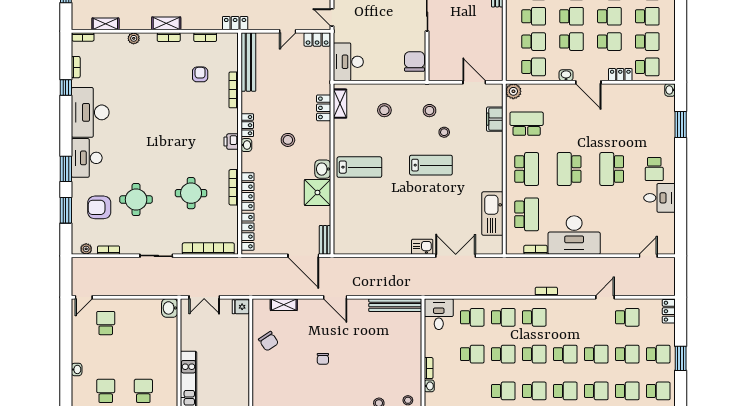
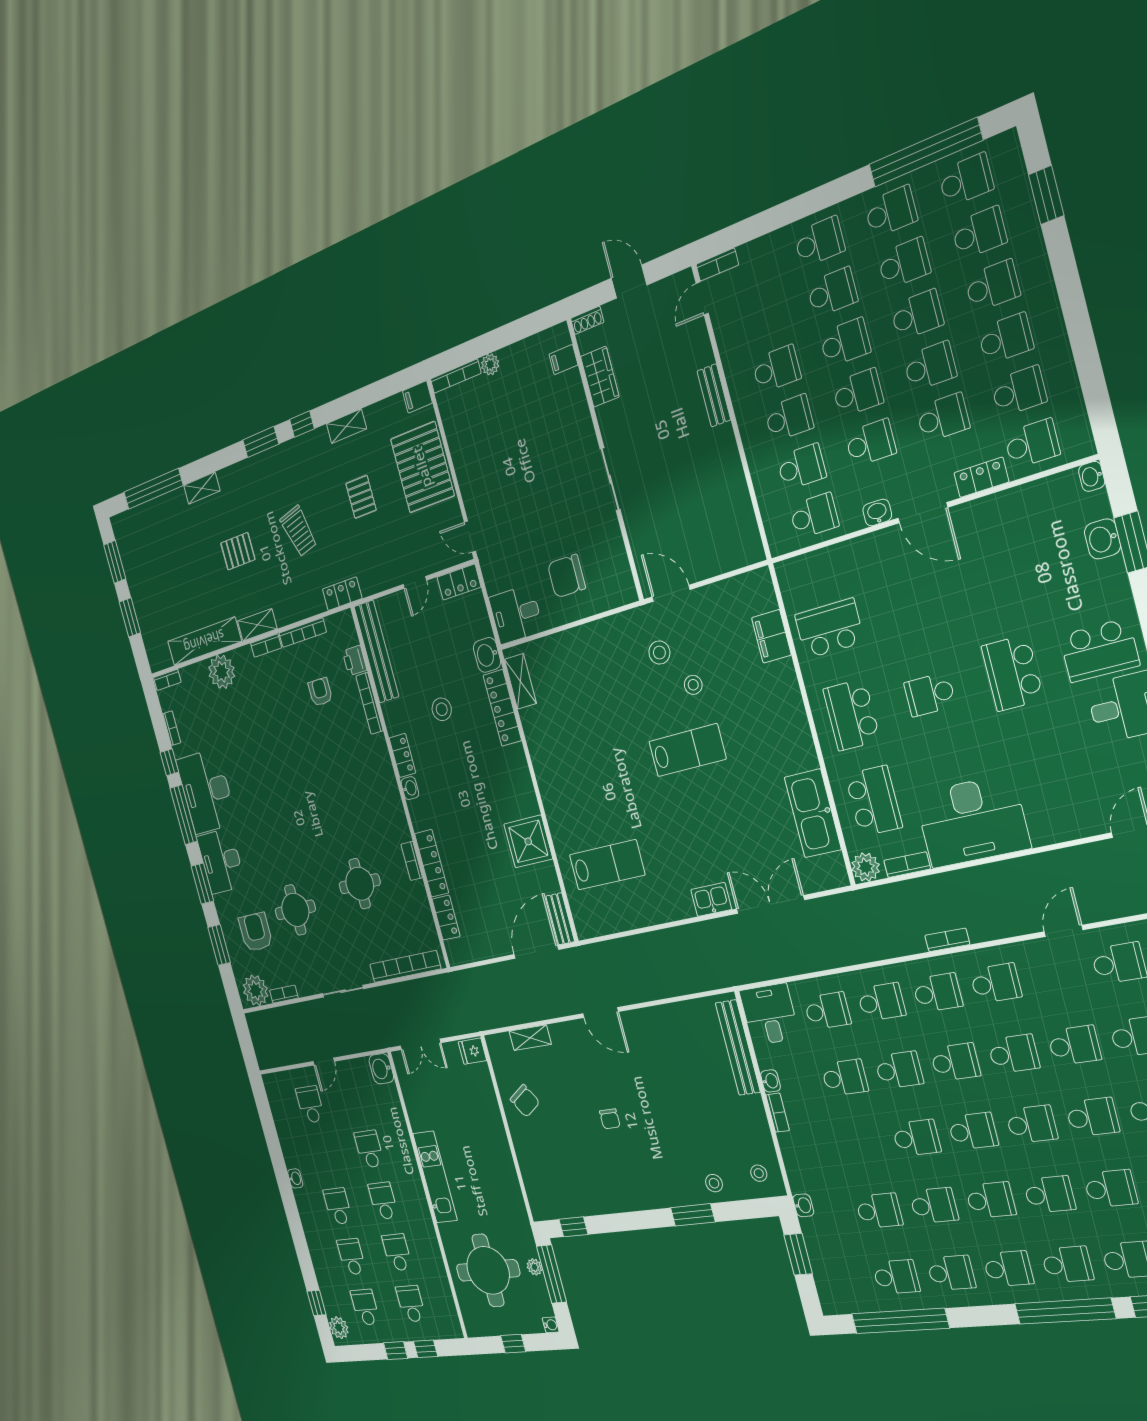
shelving: (105, 24) -> (204, 641), width x2.20, depth x1.33
bookcase: (205, 37) -> (303, 633), width x1.56
plant: (134, 38) -> (222, 672), width x1.88, depth x1.88
desk: (348, 62) -> (516, 614), width x0.73
chair: (415, 62) -> (566, 576), moved, turned -90
door: (474, 82) -> (671, 593), moved
plant: (513, 91) -> (866, 867), moved
locker: (324, 108) -> (502, 708), width x1.53
stool: (384, 110) -> (589, 673), removed
washbasin: (668, 119) -> (1102, 539), added
window: (66, 123) -> (184, 815), added
stool: (288, 140) -> (442, 709), moved
printer: (231, 142) -> (355, 661), moved
lab bench: (359, 167) -> (607, 865), moved
washbasin: (323, 169) -> (487, 655), moved
school desk: (527, 169) -> (852, 715), turned 180
school desk: (569, 169) -> (930, 694), width x0.54
school desk: (654, 169) -> (1099, 650), width x1.85
bookcase: (234, 187) -> (412, 861), width x0.64
armchair: (99, 207) -> (256, 932), turned 90
locker: (247, 232) -> (446, 918), width x0.66
plant: (86, 249) -> (256, 990), width x1.87, depth x1.87
door: (303, 256) -> (536, 952), swing flipped
door: (84, 297) -> (324, 1061), moved
bench: (395, 305) -> (738, 1048), moved, turned 90
school desk: (565, 317) -> (996, 983), added
school desk: (143, 357) -> (369, 1149), added
washbasin: (429, 386) -> (771, 1081), moved

